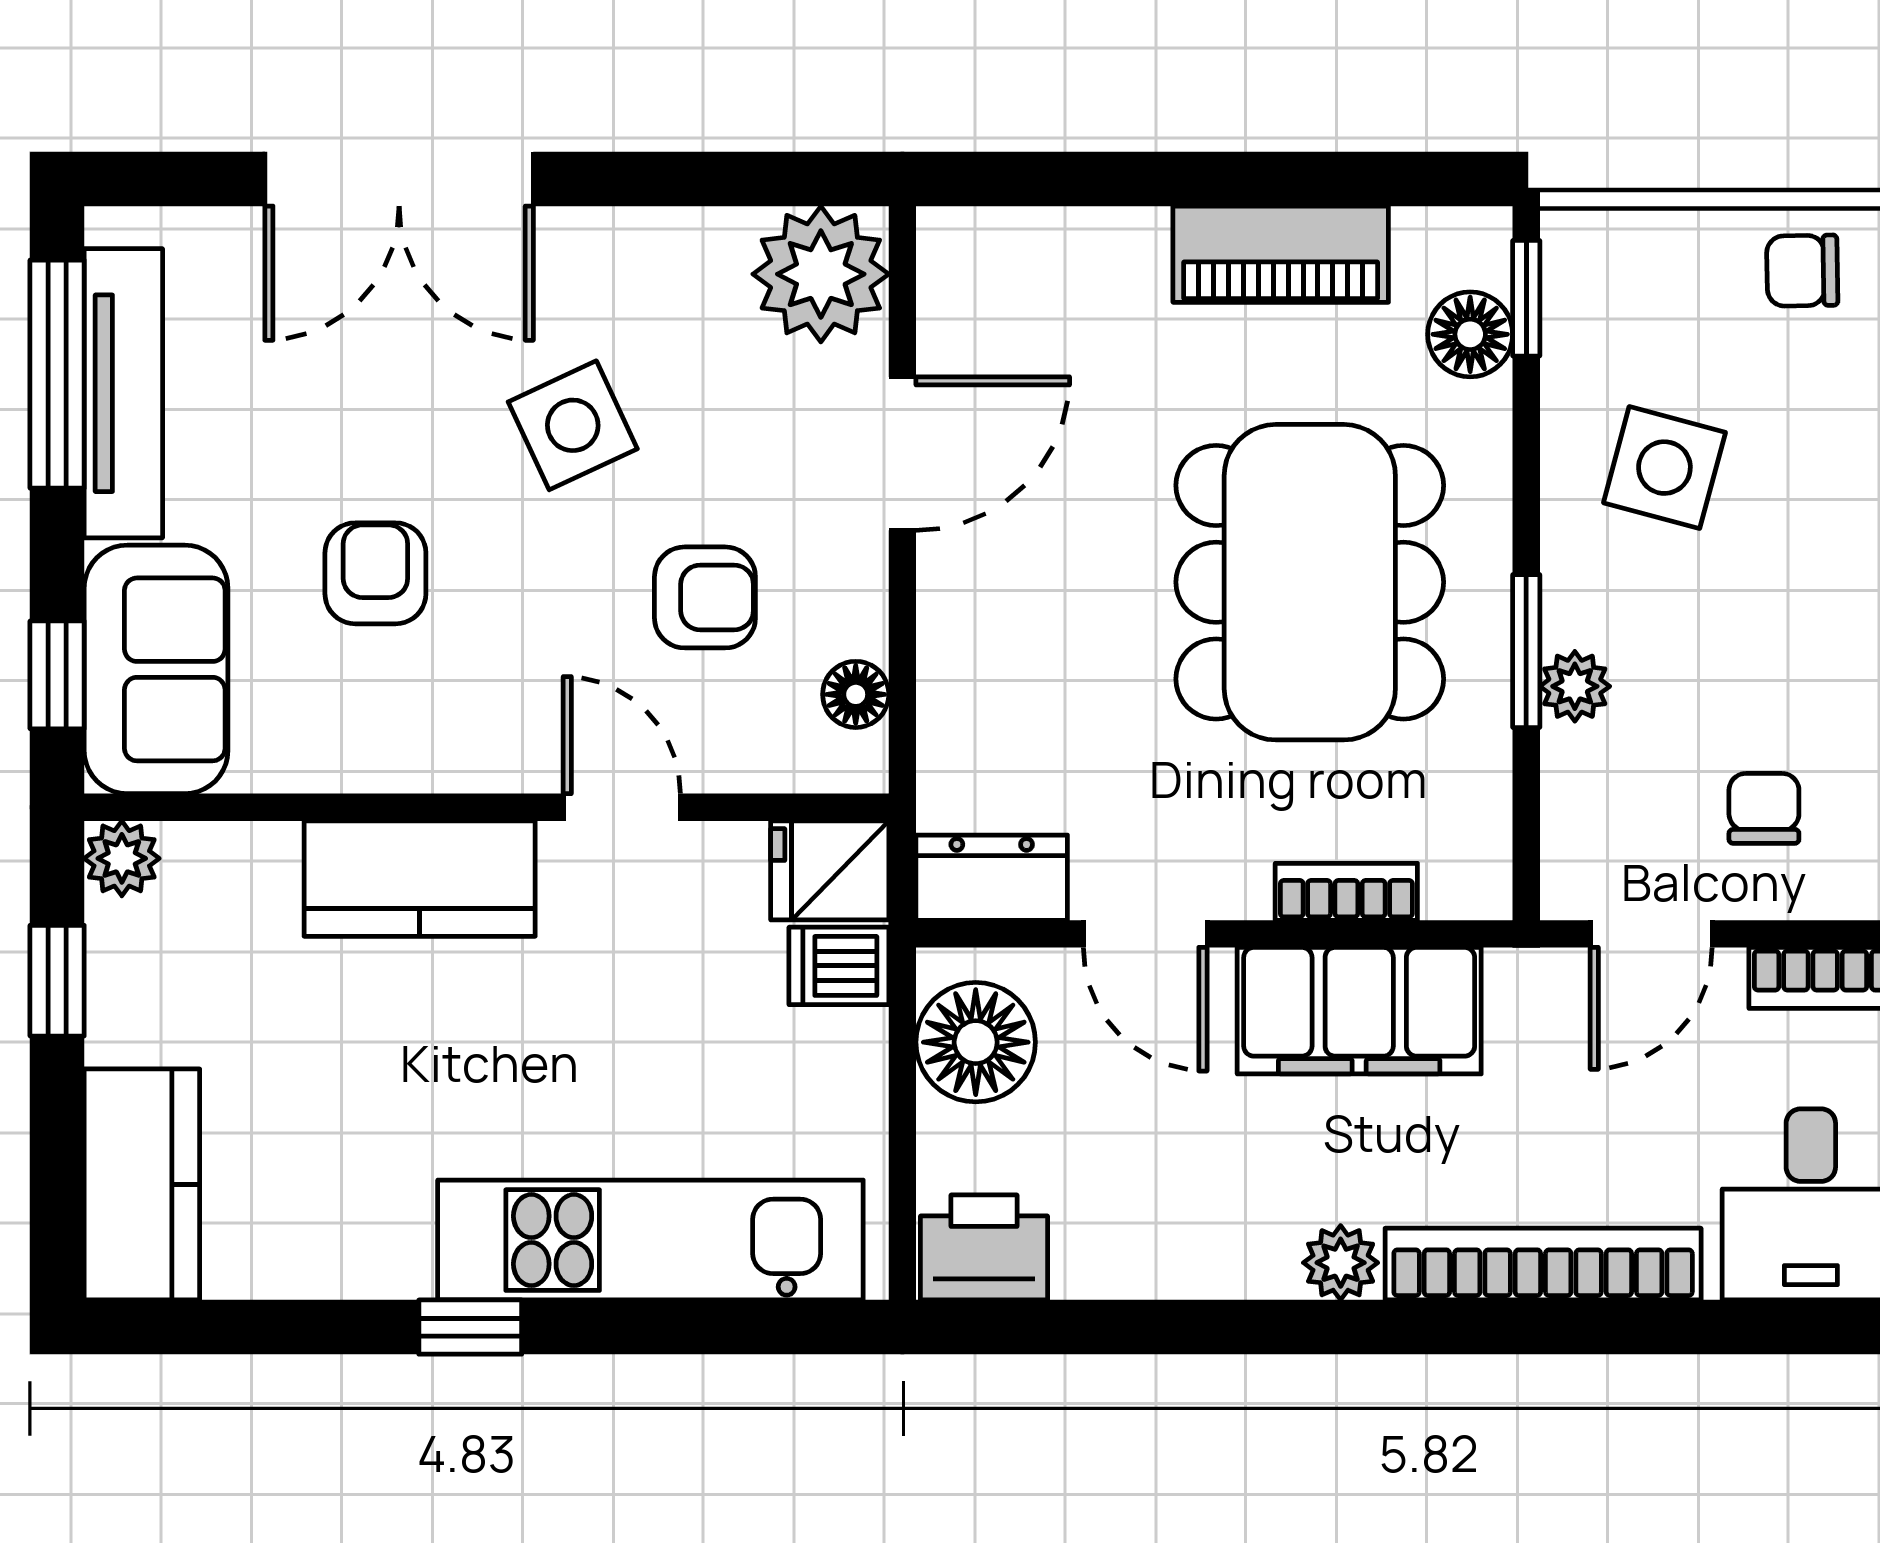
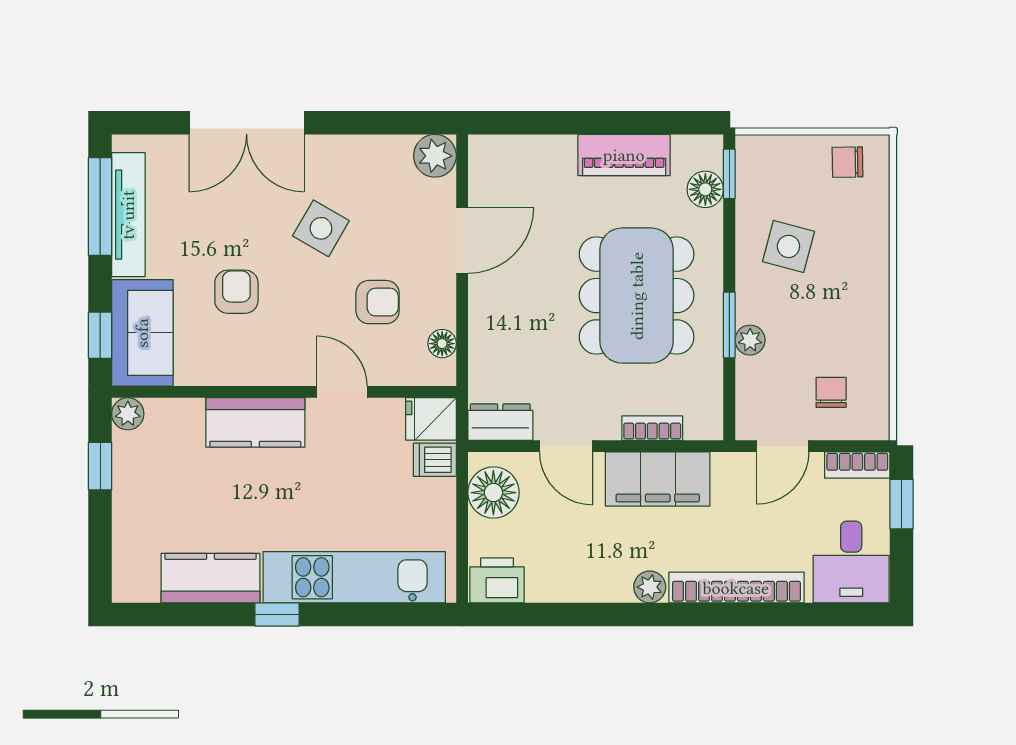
plant: (821, 274) -> (435, 156), width x0.73, depth x0.73
side table: (573, 425) -> (321, 228), turned -35
kitchen counter: (142, 1184) -> (211, 578), moved, turned -90

